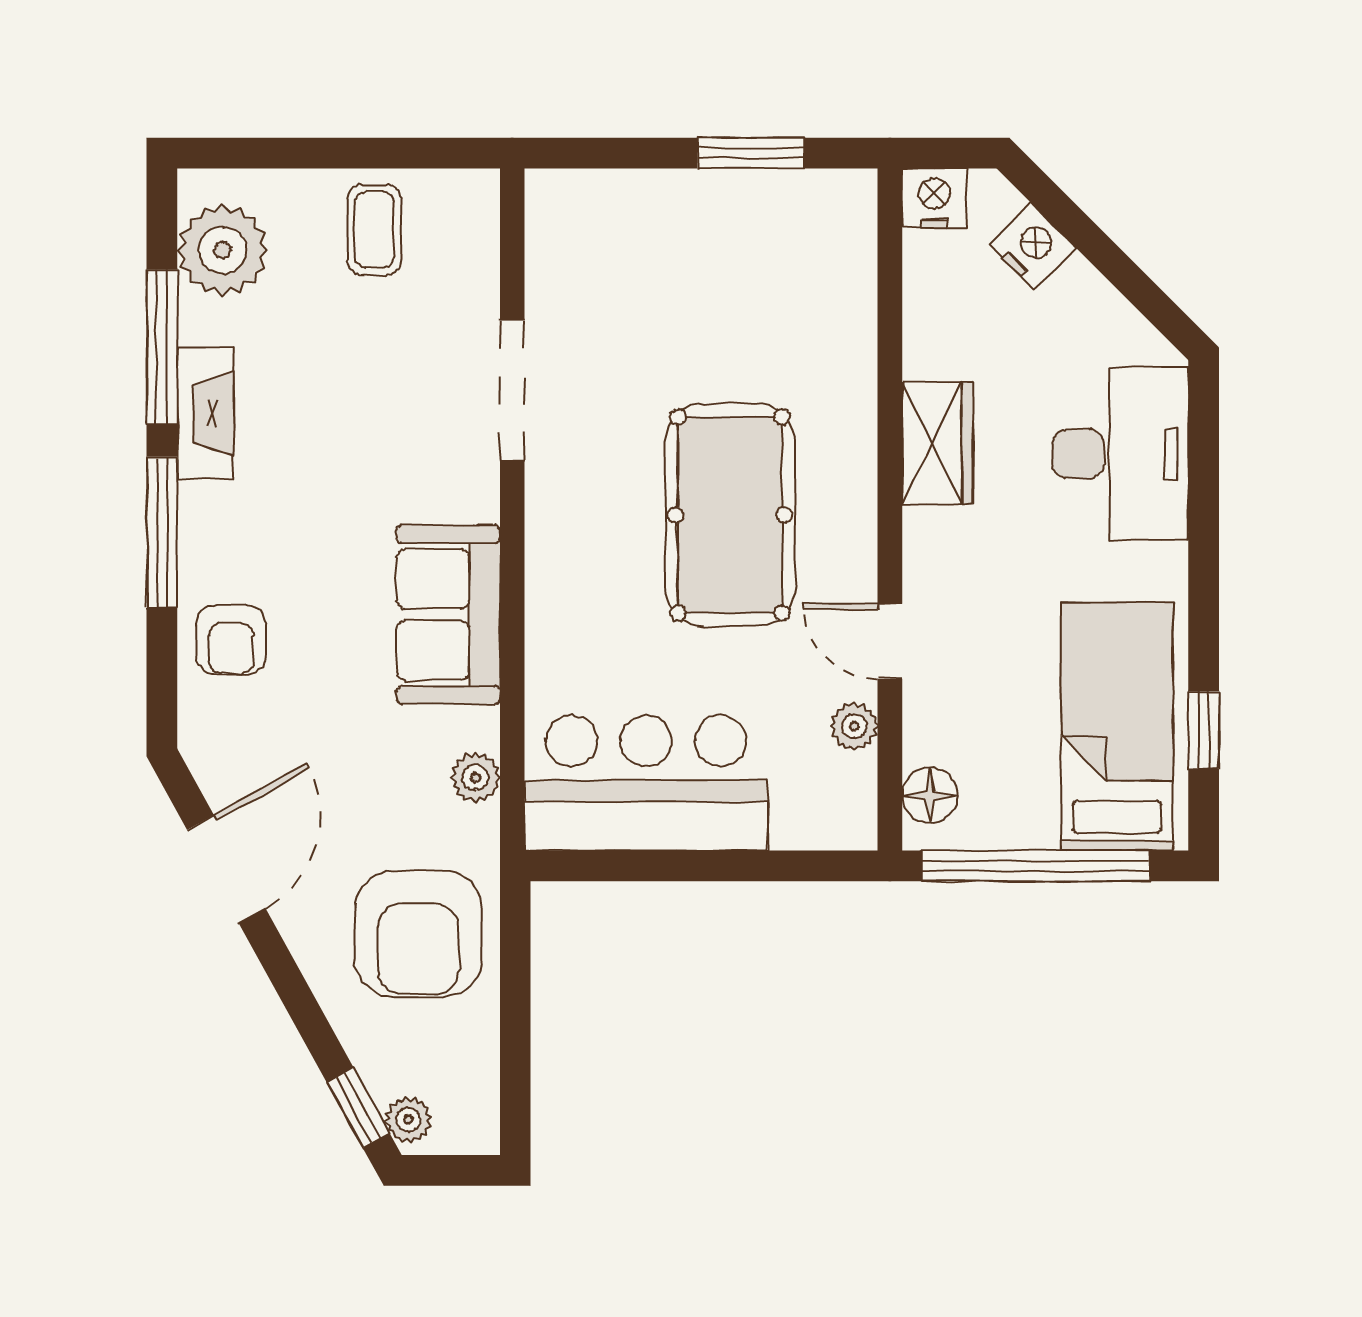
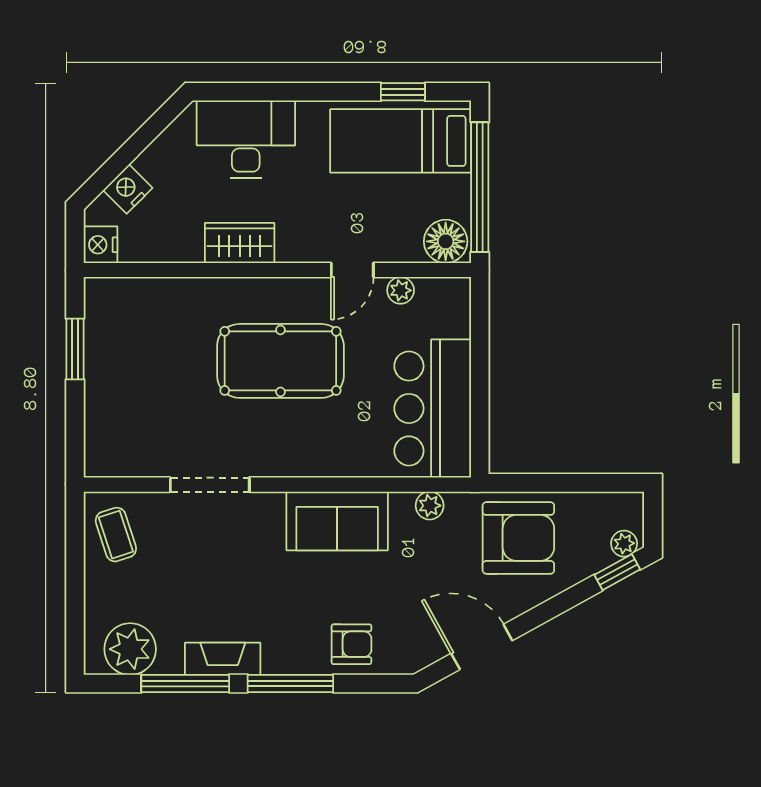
coffee table: (374, 230) -> (116, 535), moved, turned 72
floor lamp: (930, 795) -> (446, 241), width x1.38, depth x1.38

